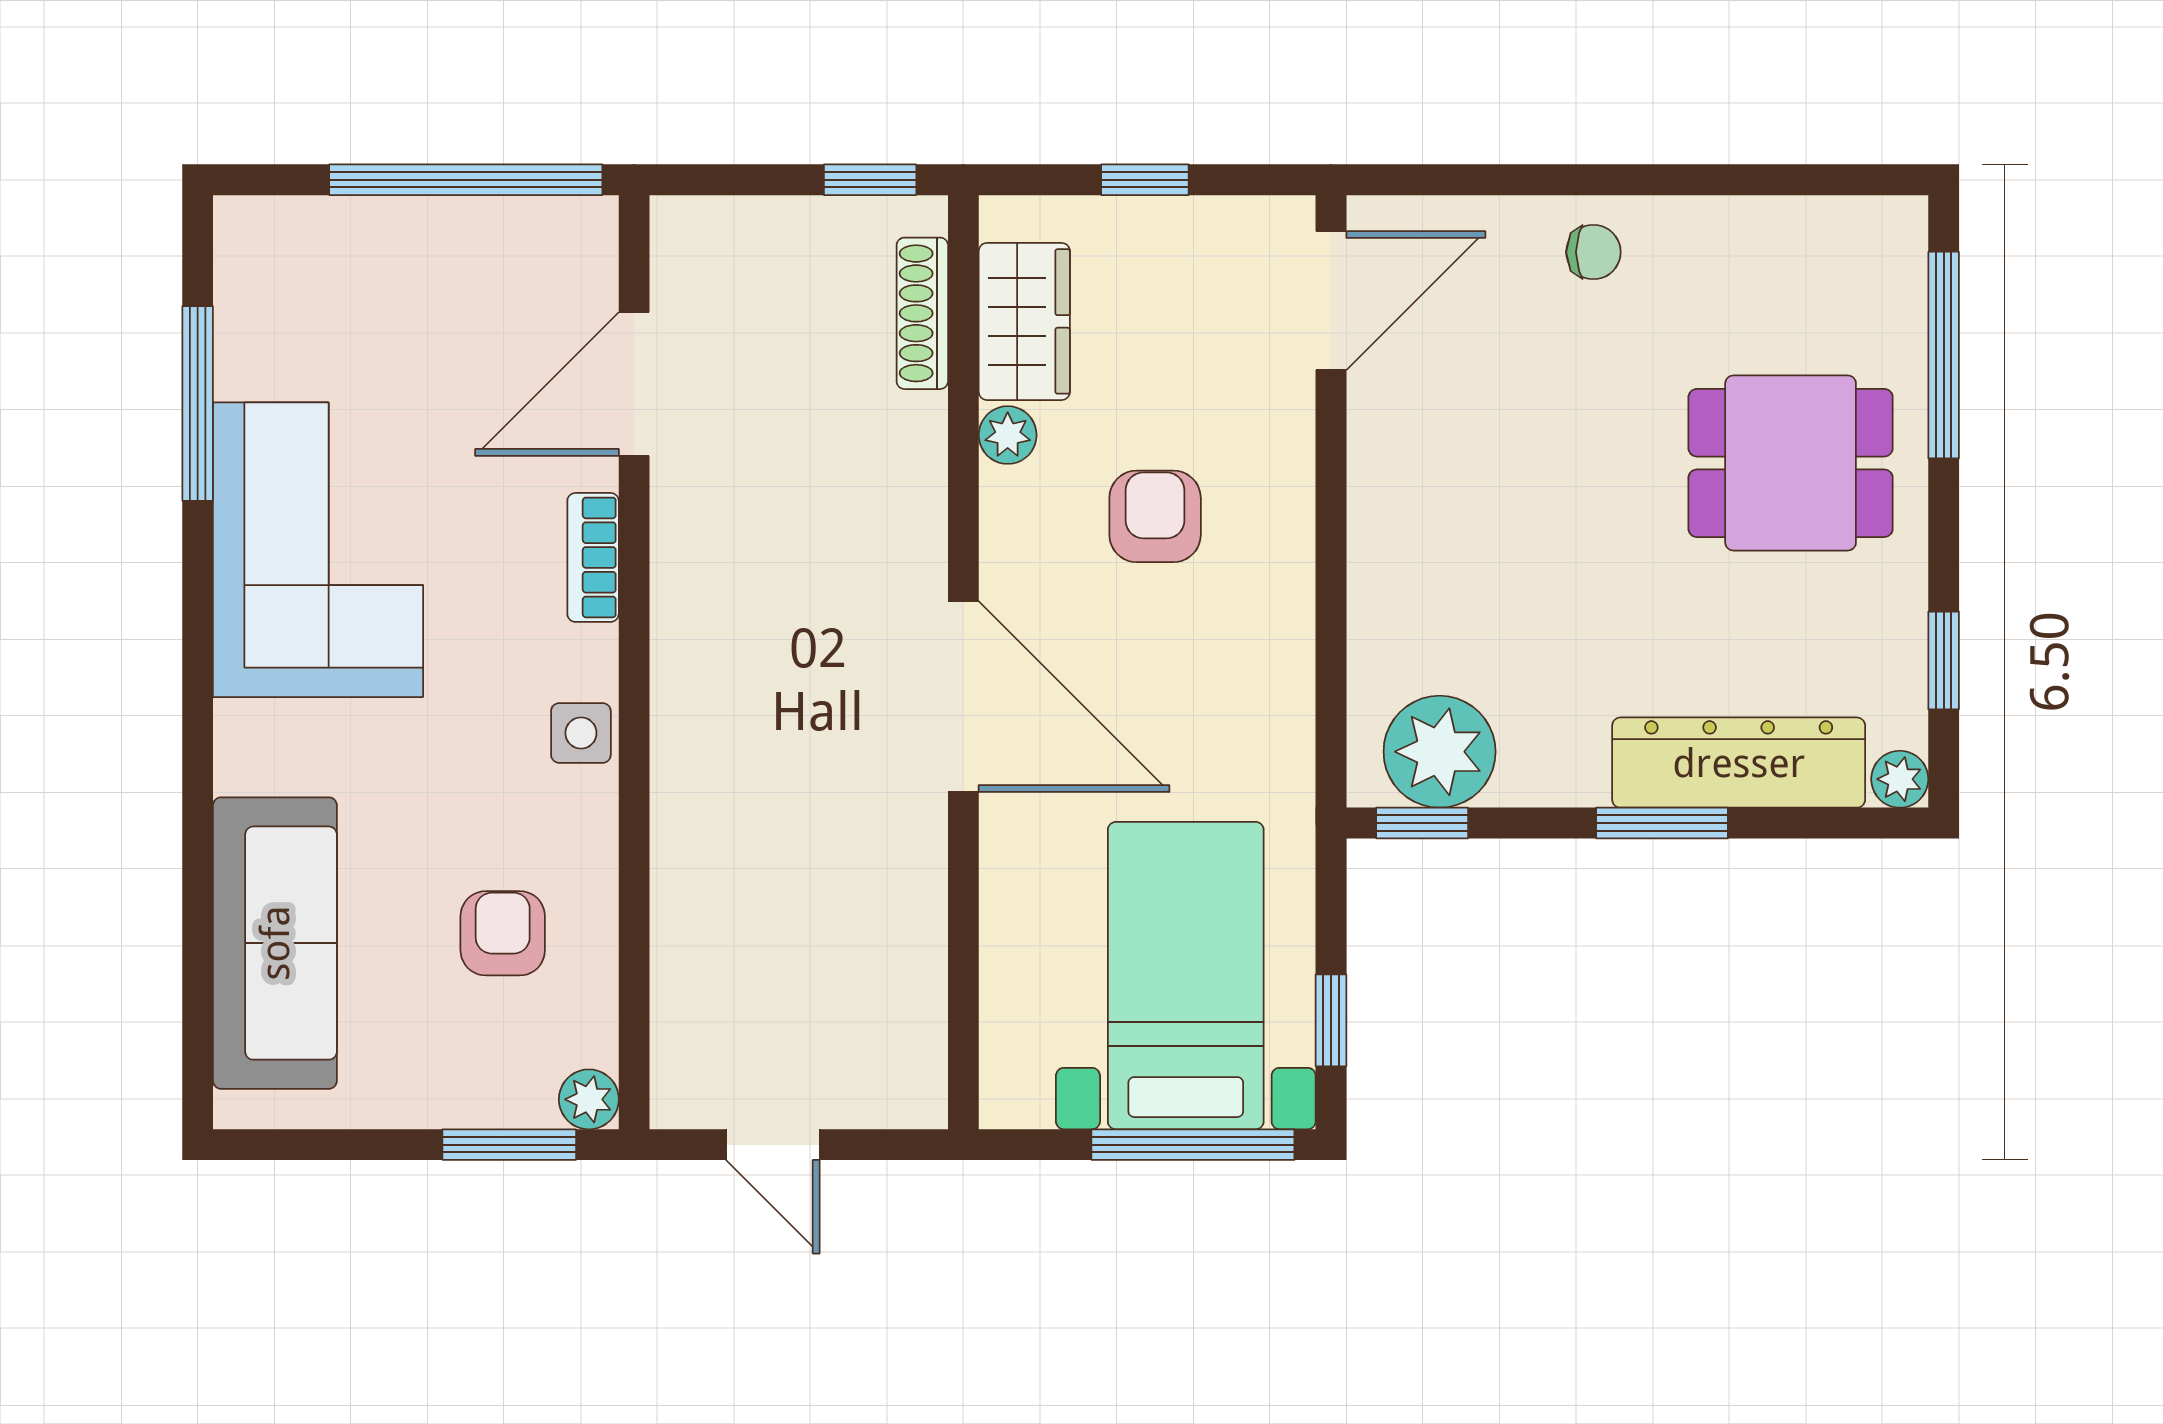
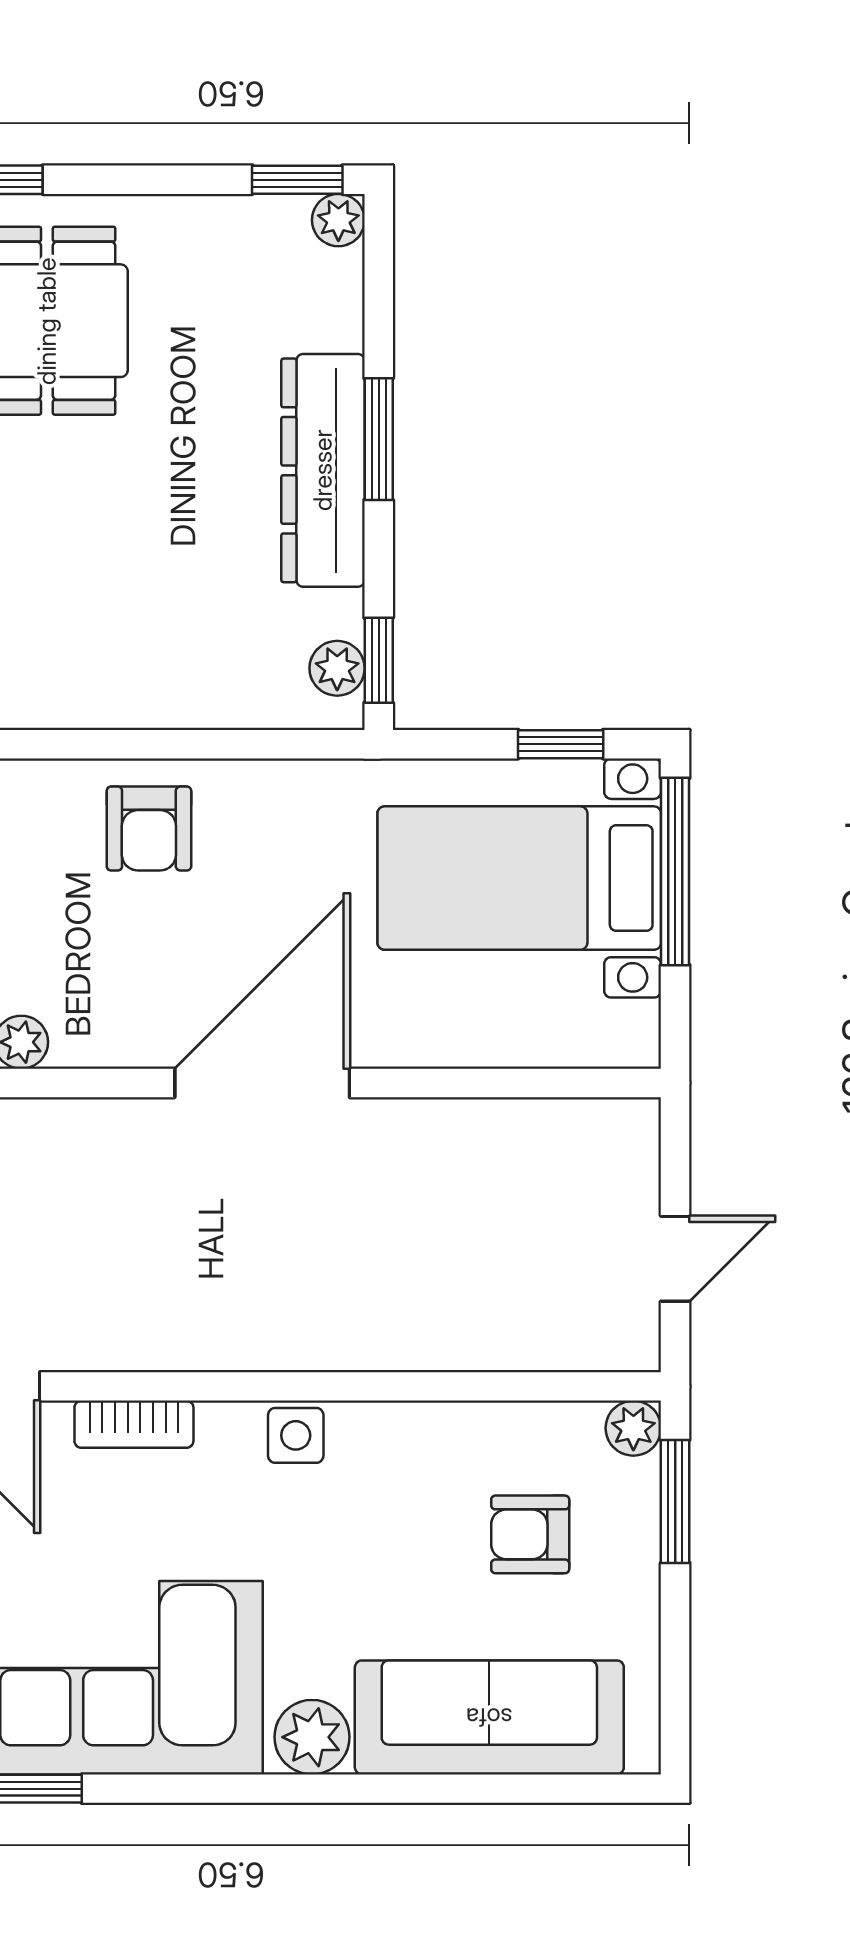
armchair: (1155, 516) -> (149, 829), moved, turned -90
window: (1944, 660) -> (297, 180), moved
plant: (253, 751) -> (312, 1737), added
plant: (1440, 752) -> (337, 668), width x0.53, depth x0.53
dresser: (1739, 763) -> (323, 470), moved
armchair: (503, 933) -> (530, 1534), moved

